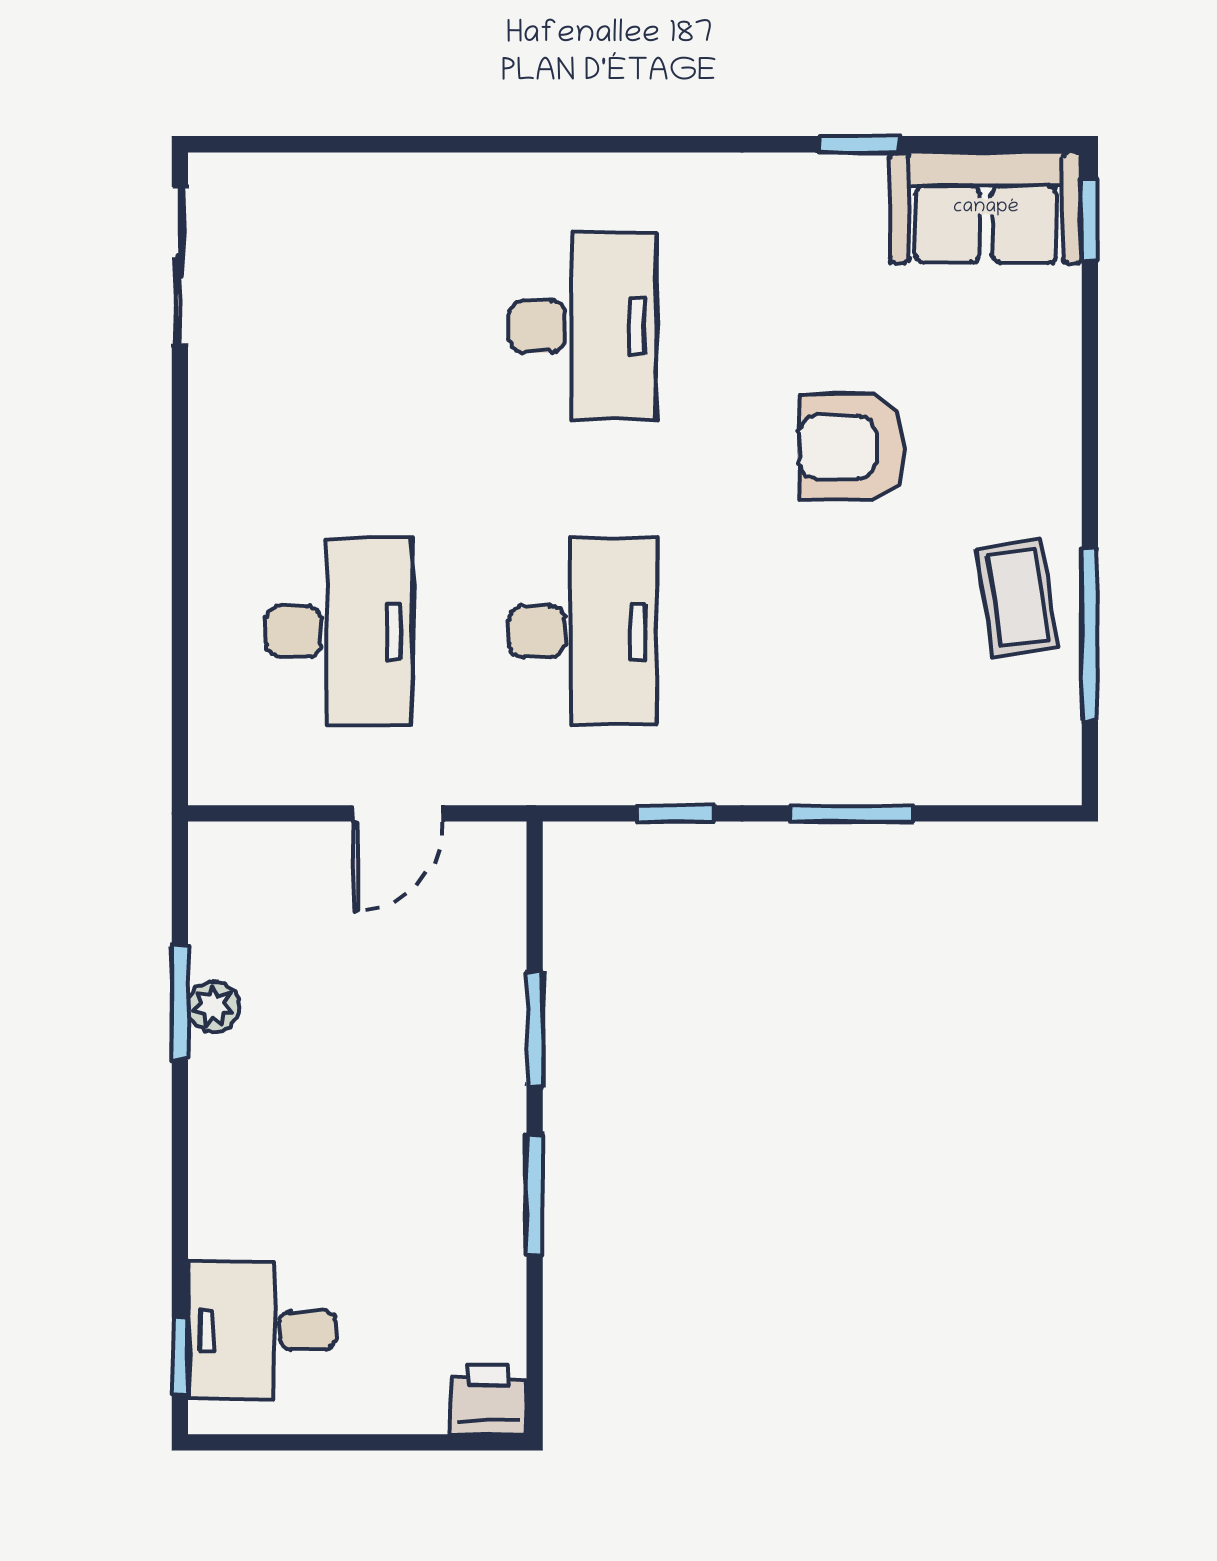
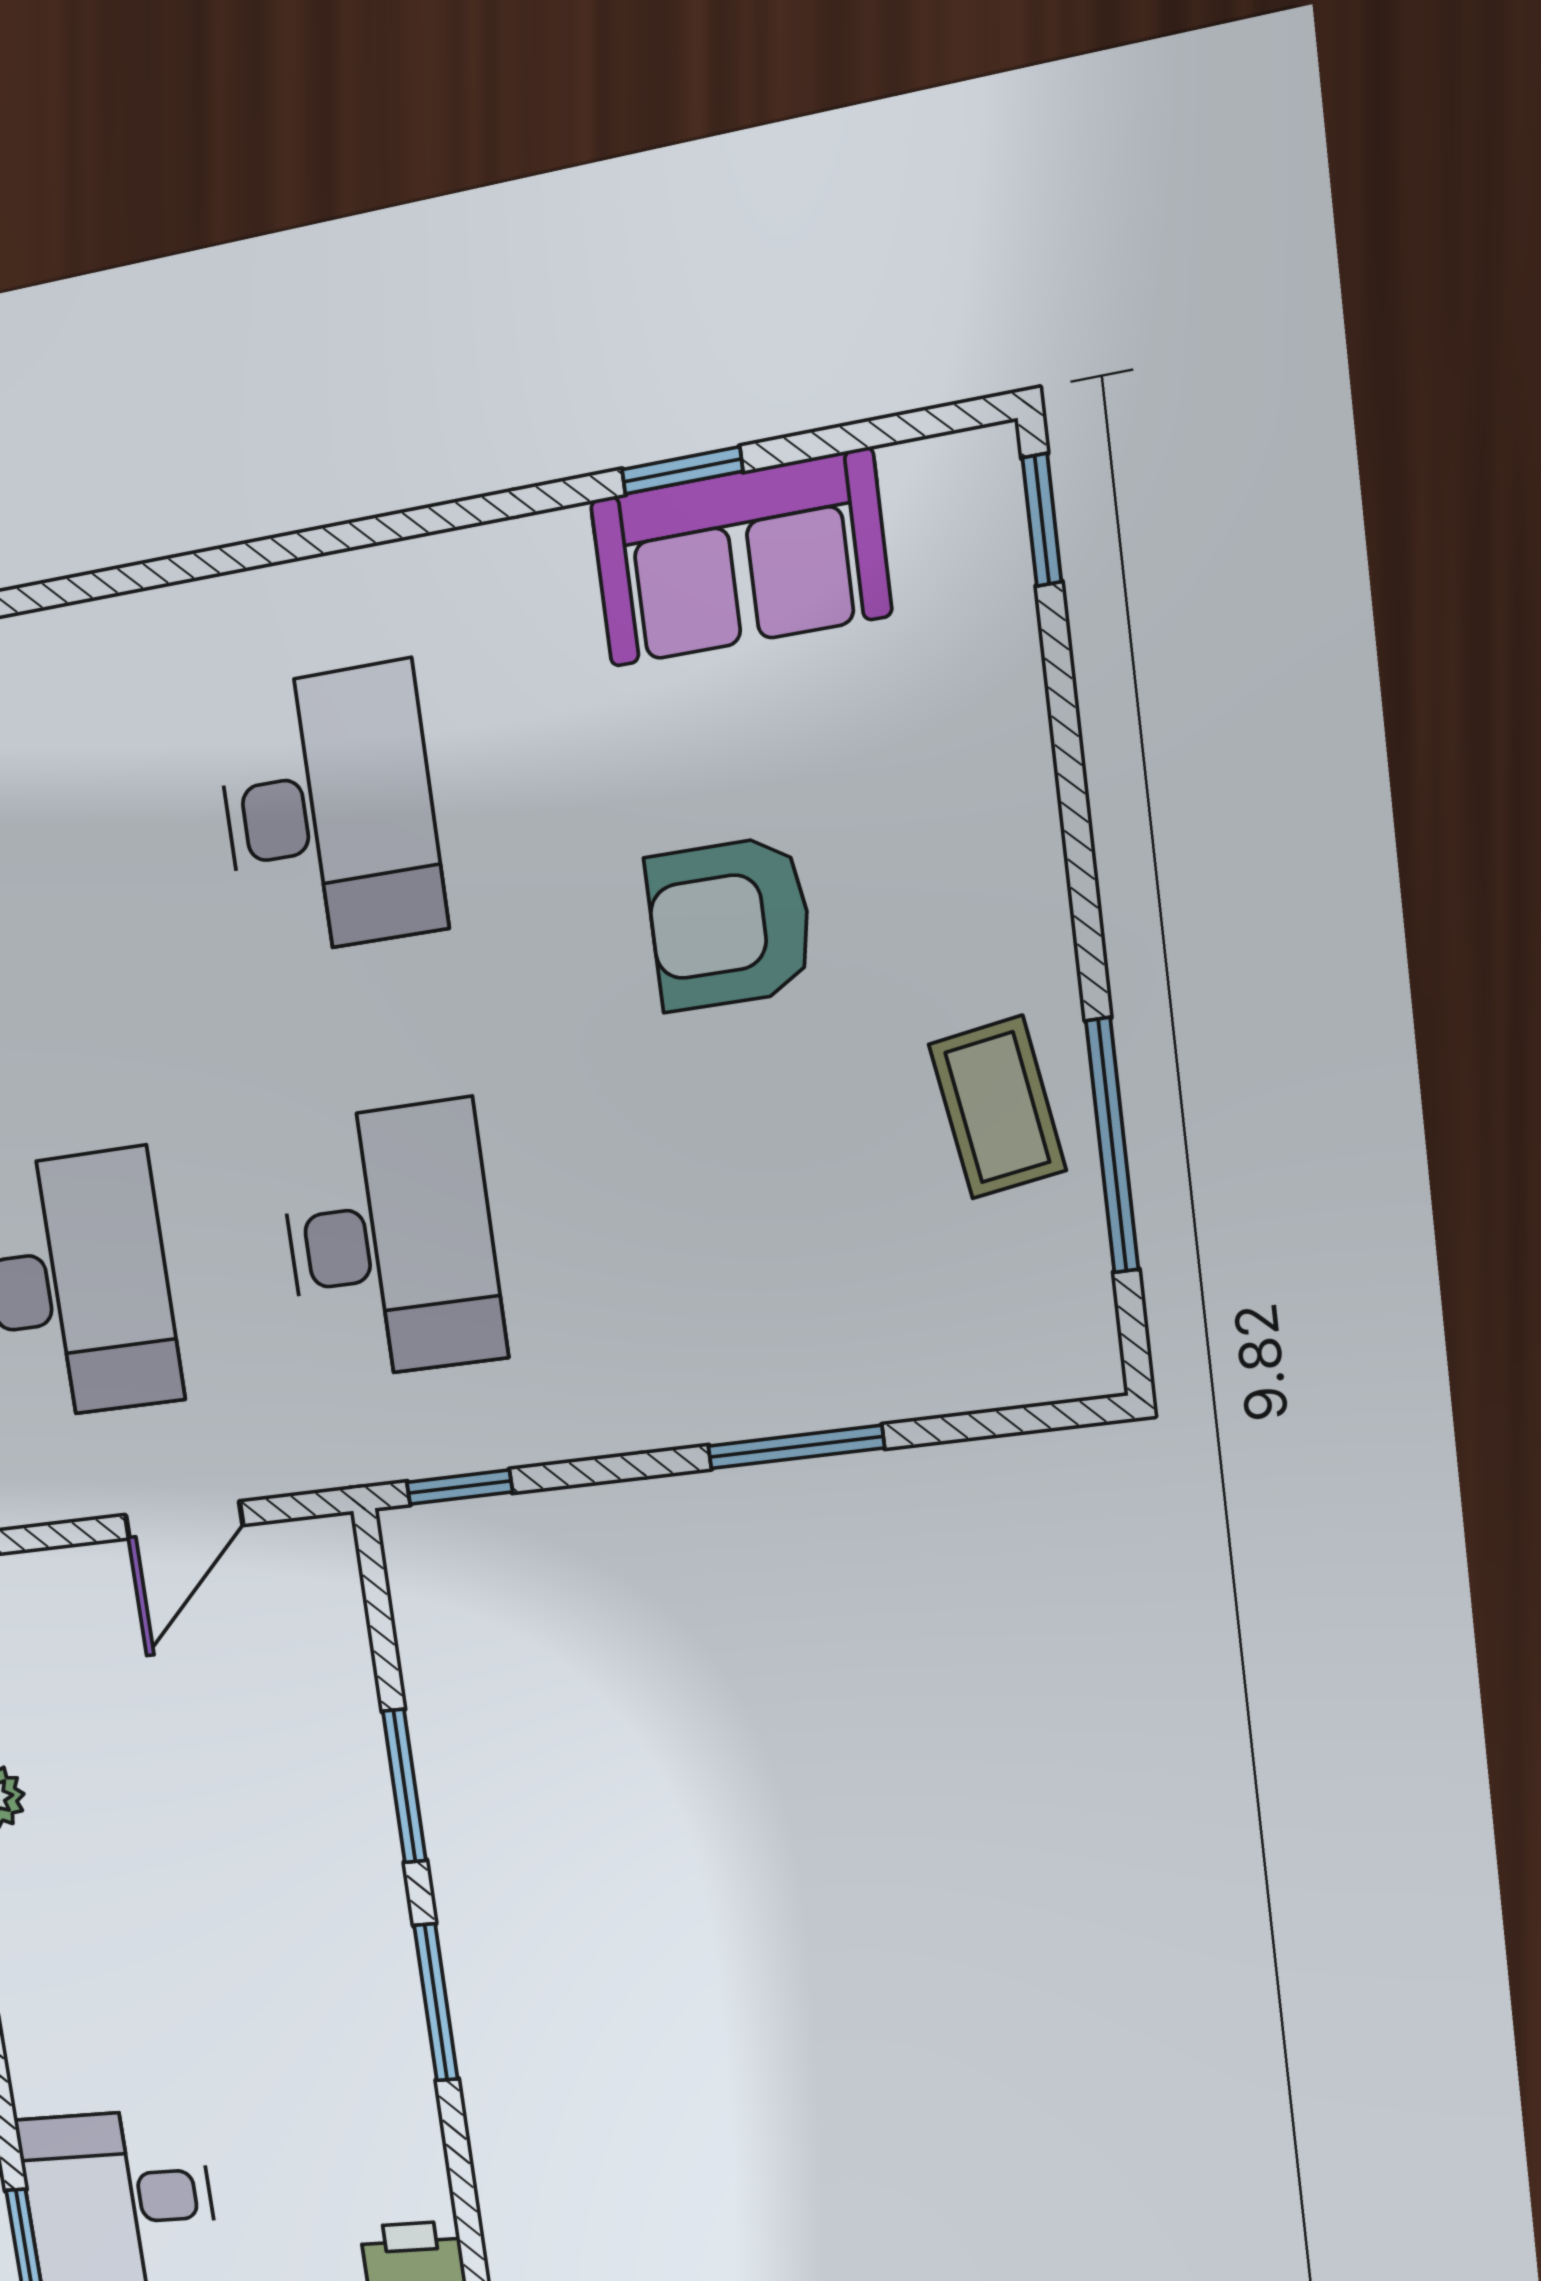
sofa: (986, 208) -> (740, 558), moved
window: (677, 813) -> (460, 1487), moved

